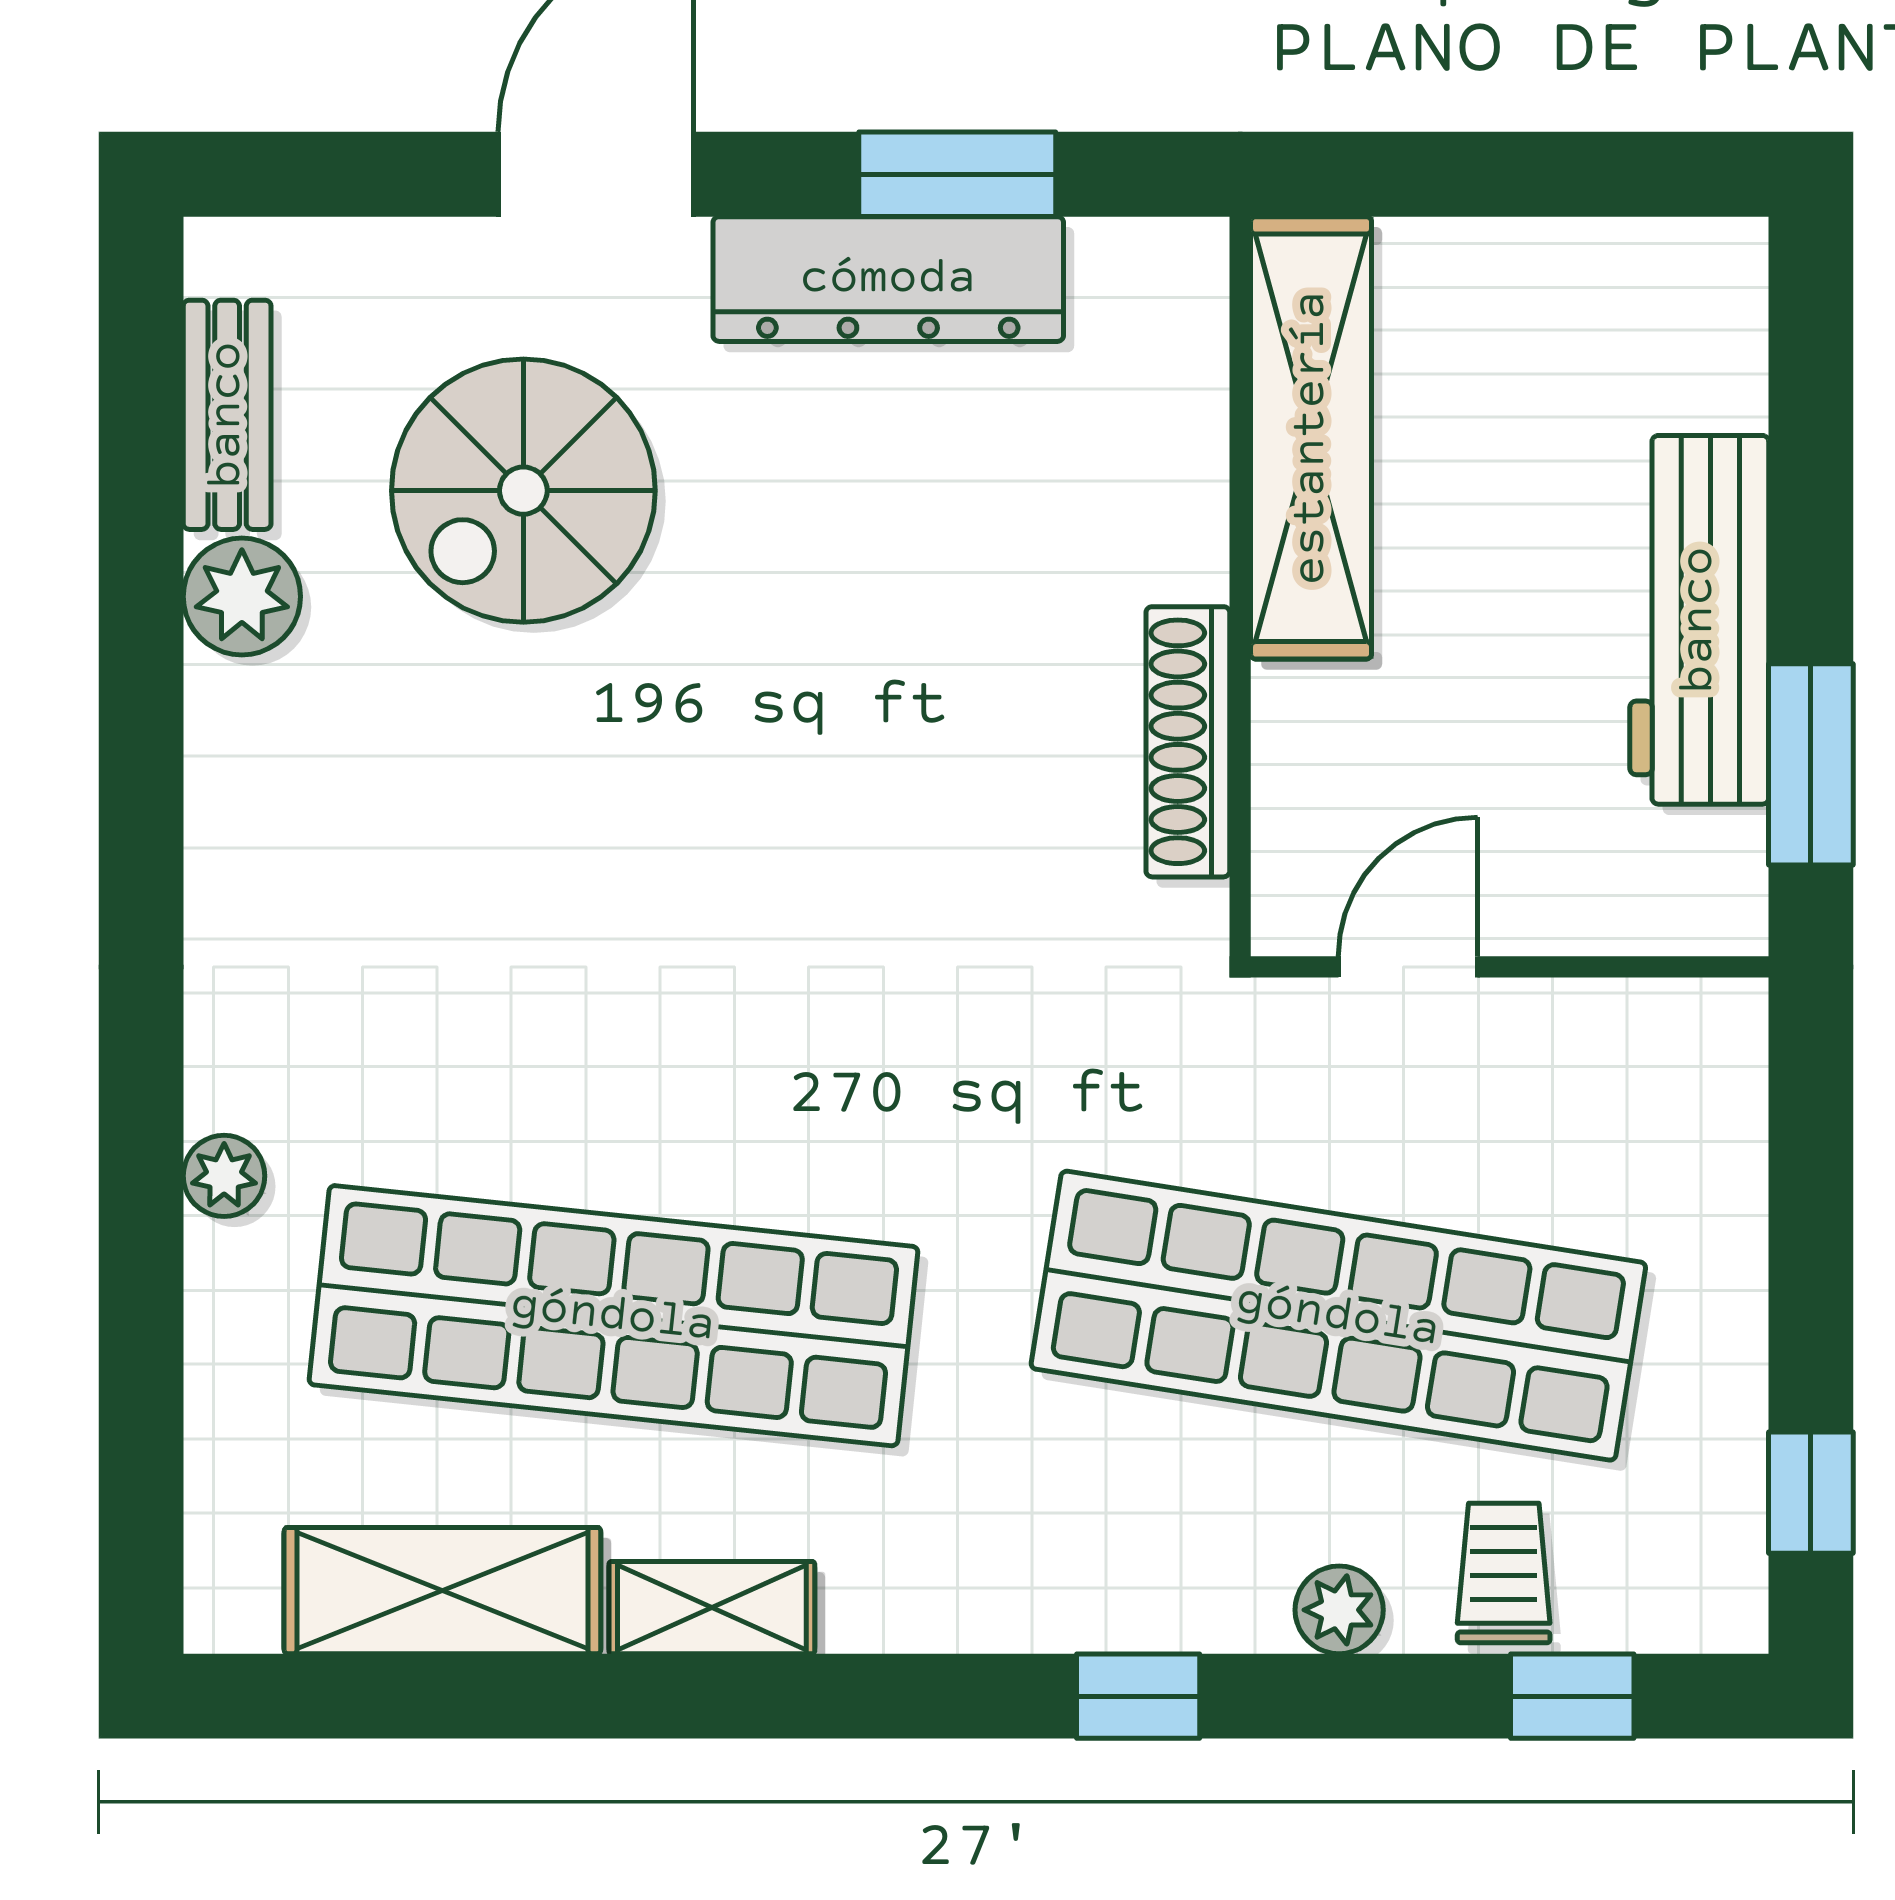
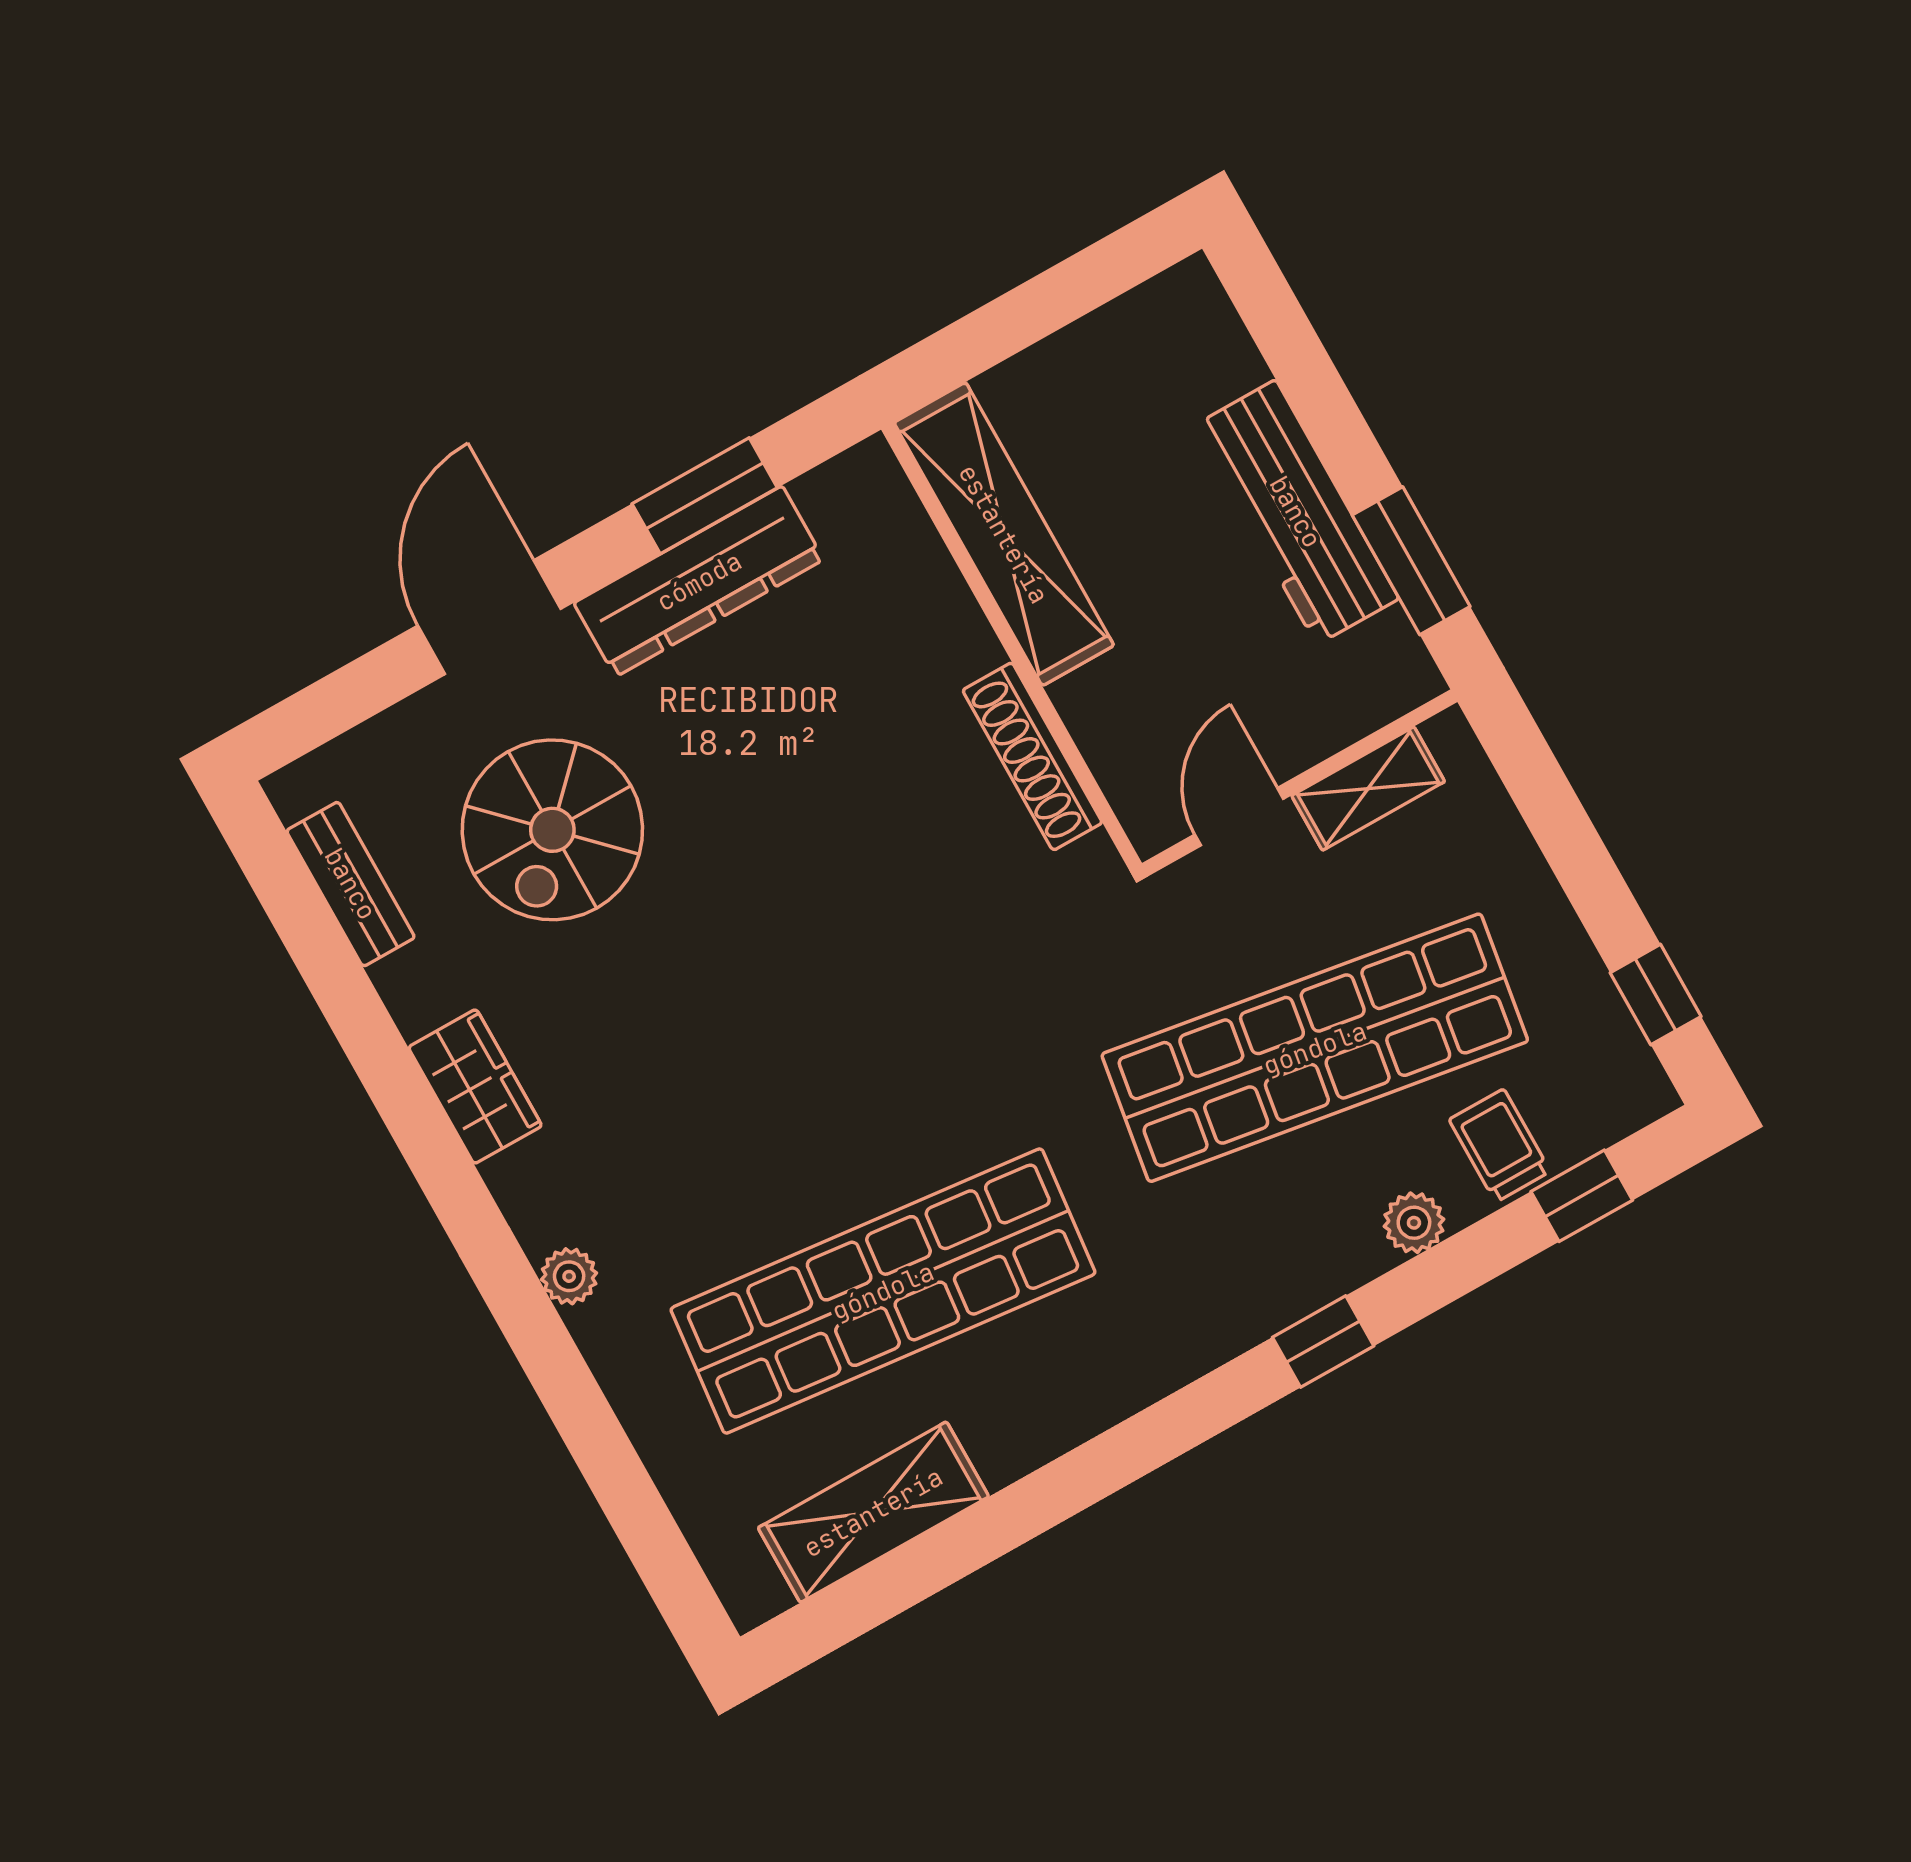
plant: (242, 597) -> (420, 987), removed
wardrobe: (240, 762) -> (475, 1087), added
plant: (224, 1176) -> (569, 1276), moved
shelving: (712, 1608) -> (1368, 789), moved

